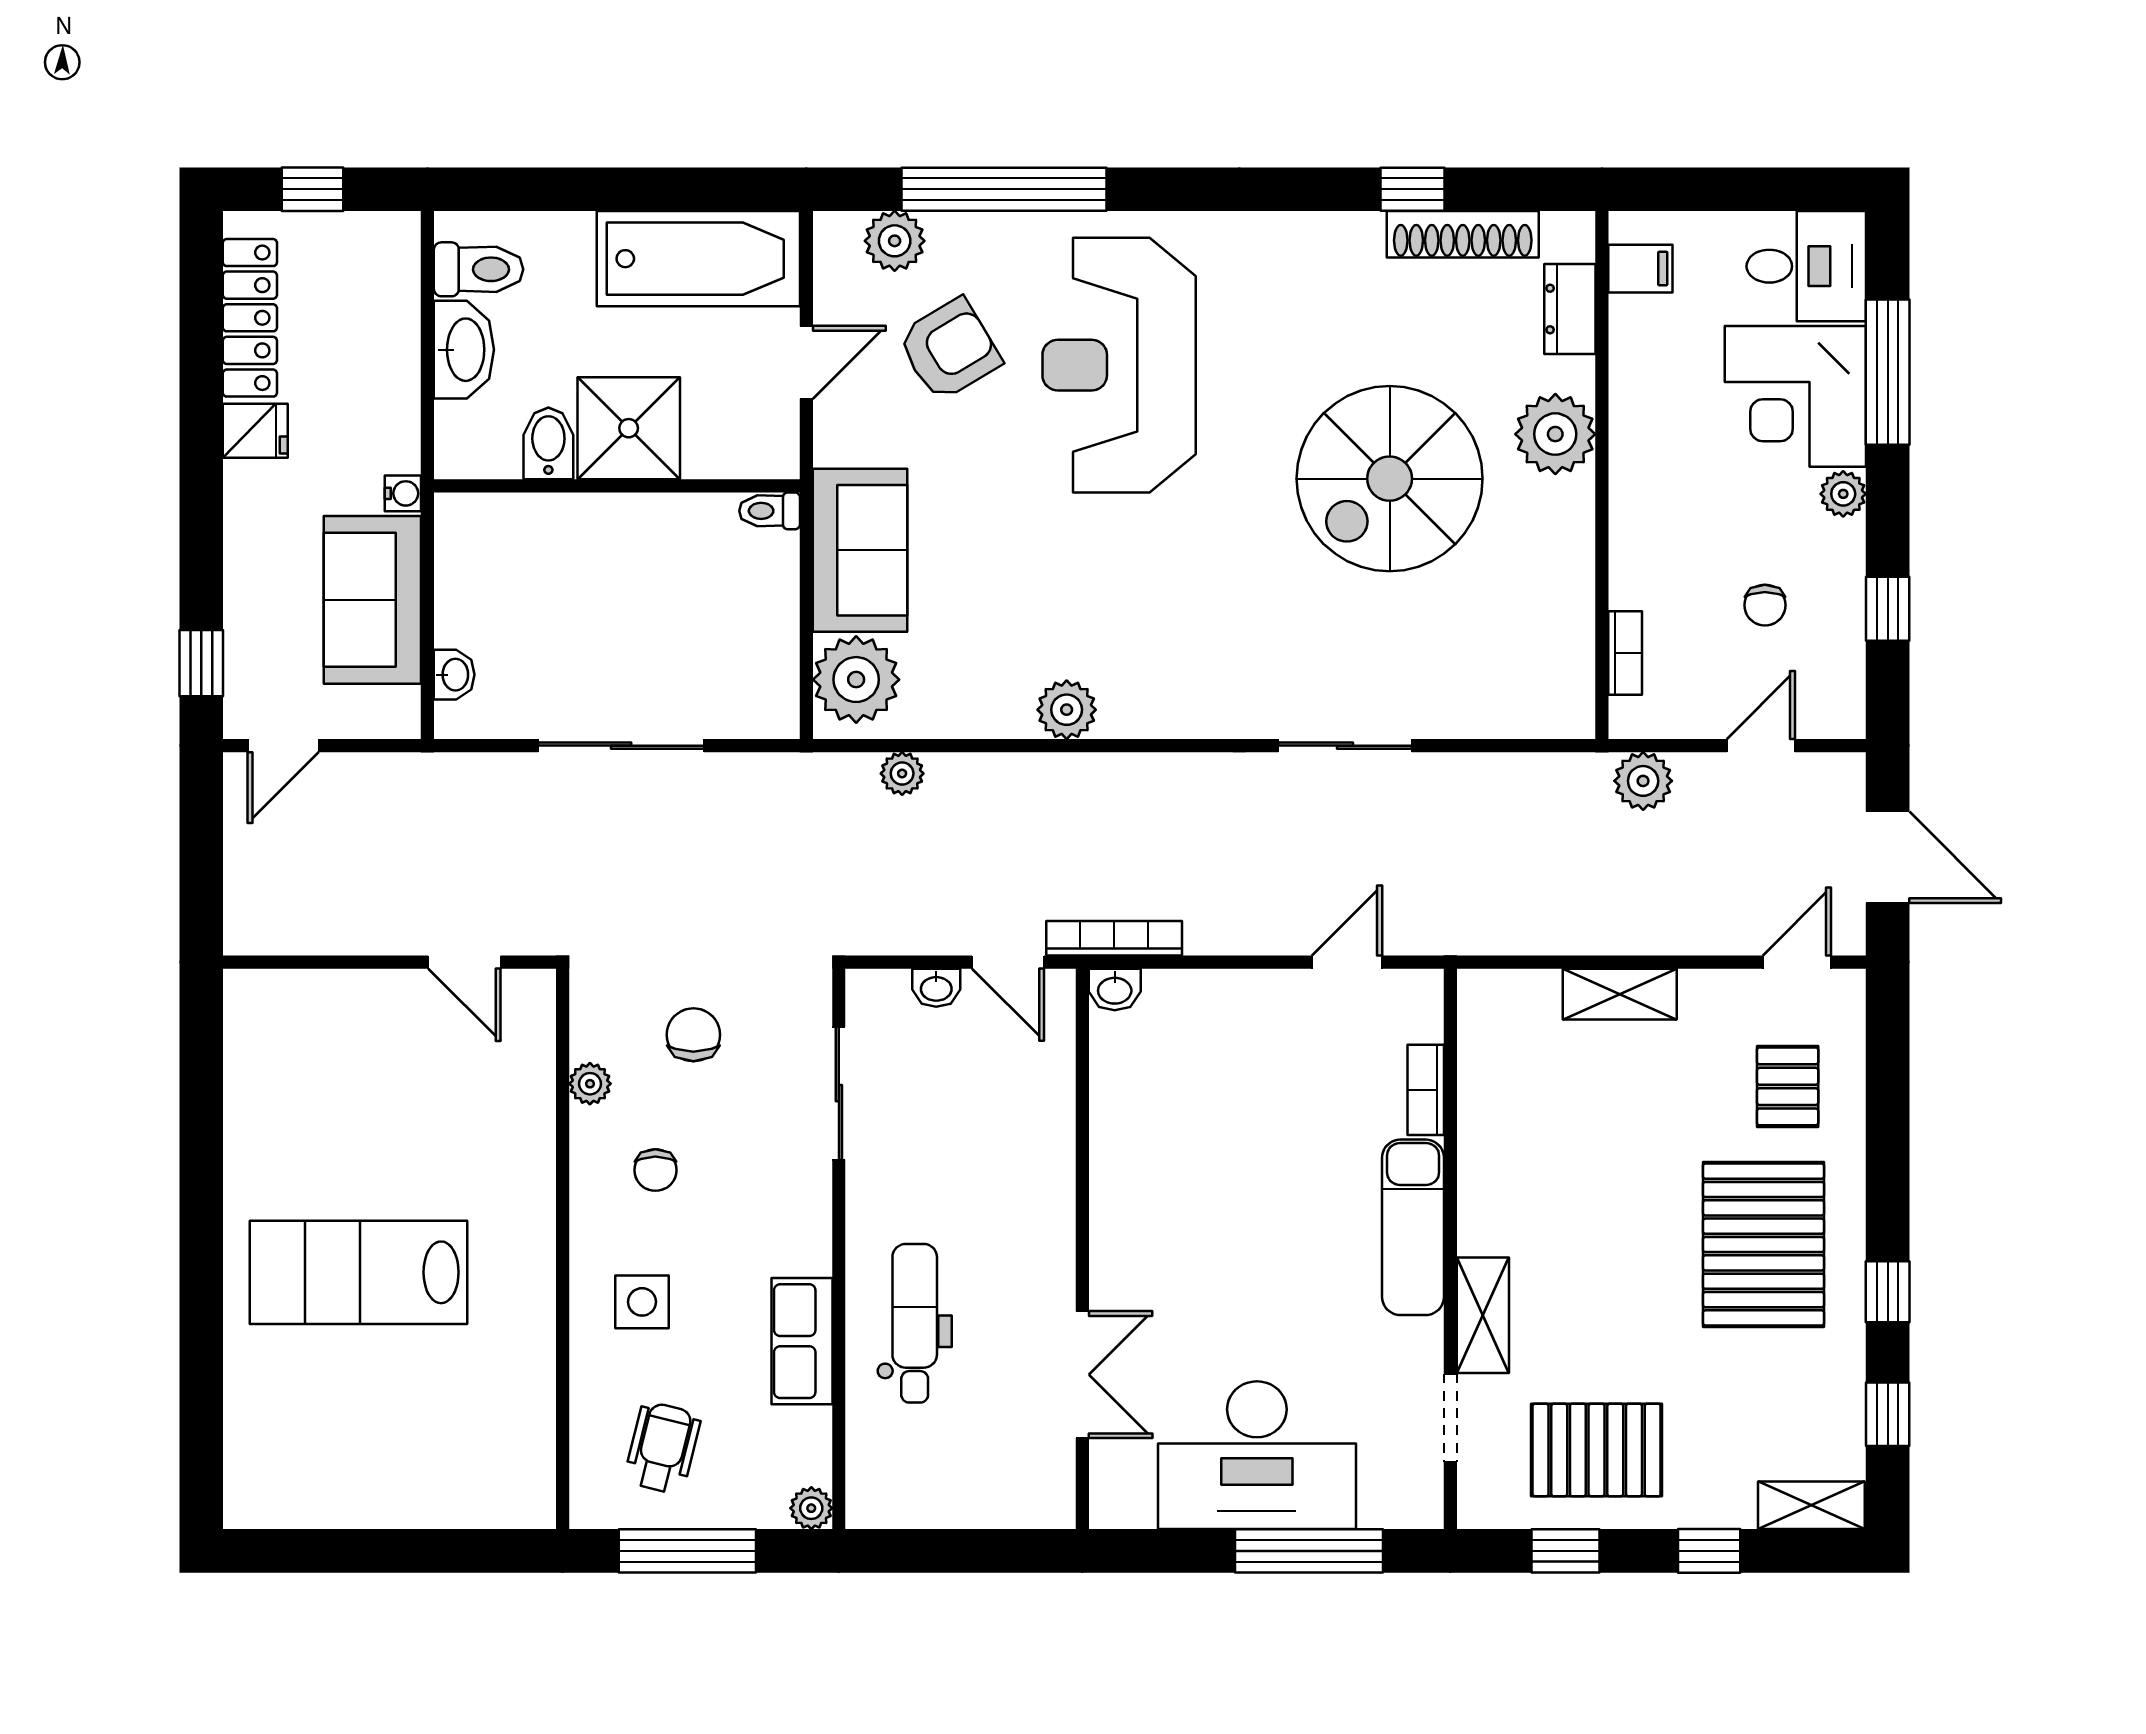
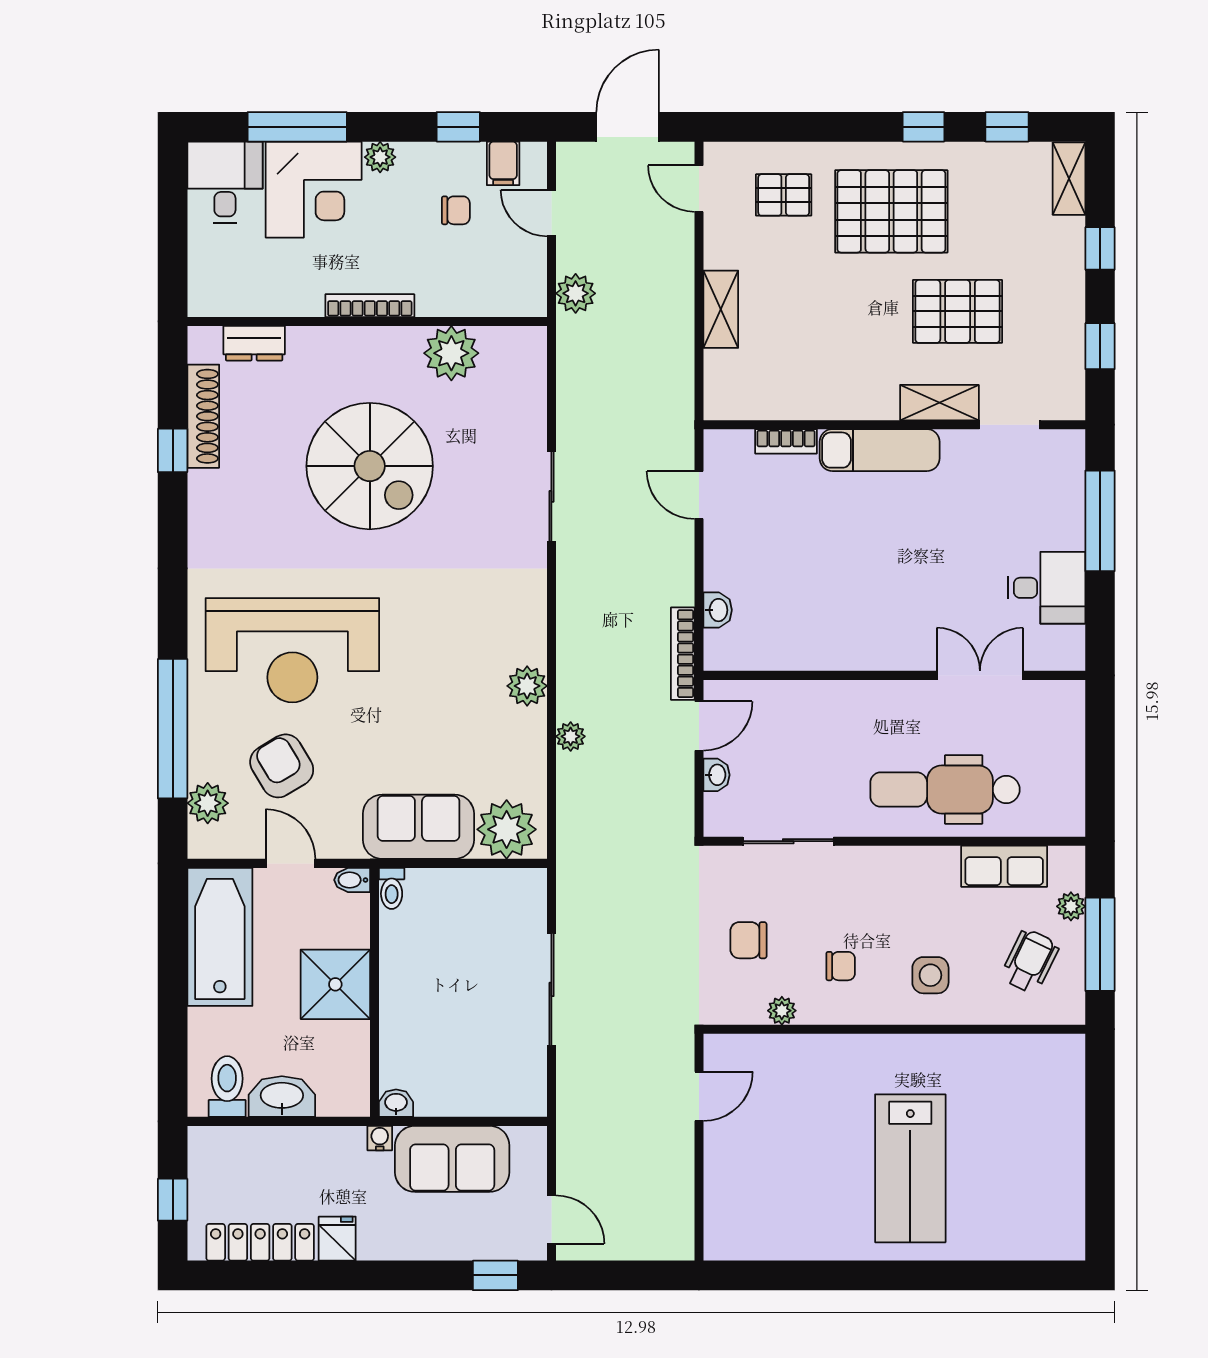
filing cabinet: (1640, 269) -> (503, 163), moved, turned 180
plant: (1555, 434) -> (451, 353), moved
bidet: (548, 443) -> (352, 880), moved, width x0.72, depth x0.74
bookcase: (1625, 653) -> (370, 306), moved, width x1.56
washbasin: (454, 675) -> (396, 1103), moved
plant: (902, 773) -> (571, 736), moved
washbasin: (1115, 989) -> (718, 610), moved
dental chair: (915, 1323) -> (945, 789), width x1.36, depth x1.38
row of seats: (802, 1341) -> (1004, 866), moved
wheelchair: (663, 1448) -> (1030, 961), turned 102
pallet: (1597, 1450) -> (958, 311), moved, turned 90
desk: (1257, 1455) -> (1046, 588), width x0.53, depth x0.77
plant: (811, 1508) -> (1071, 906), moved

